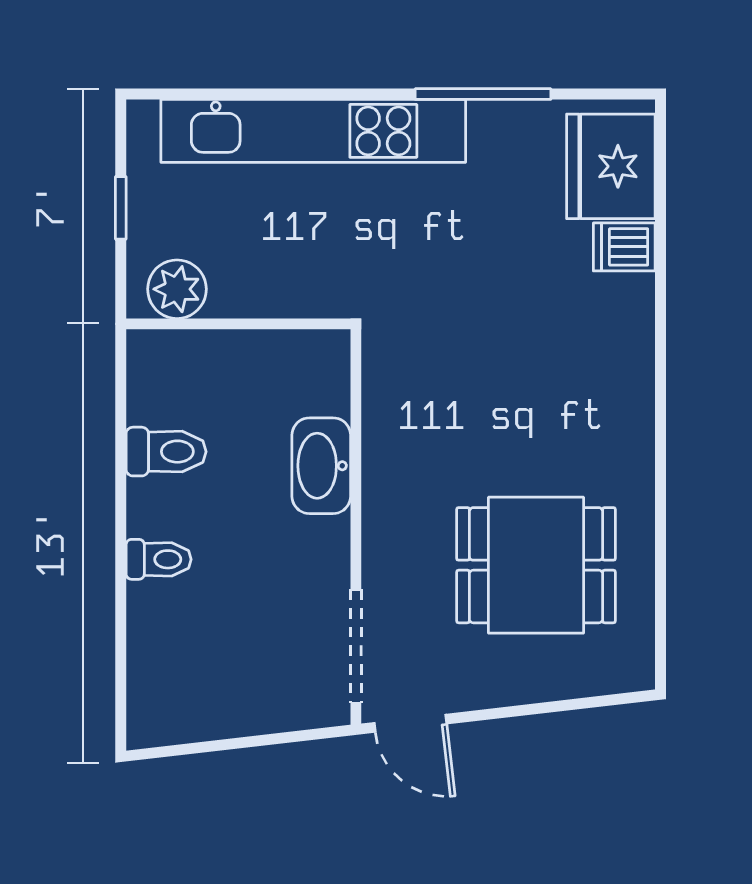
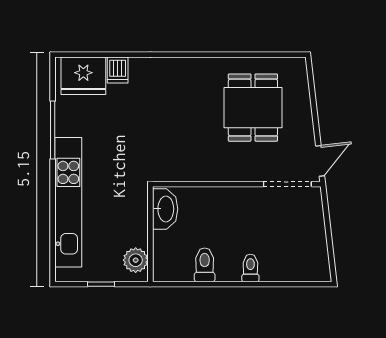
washbasin: (321, 466) -> (165, 209), moved, turned -90

